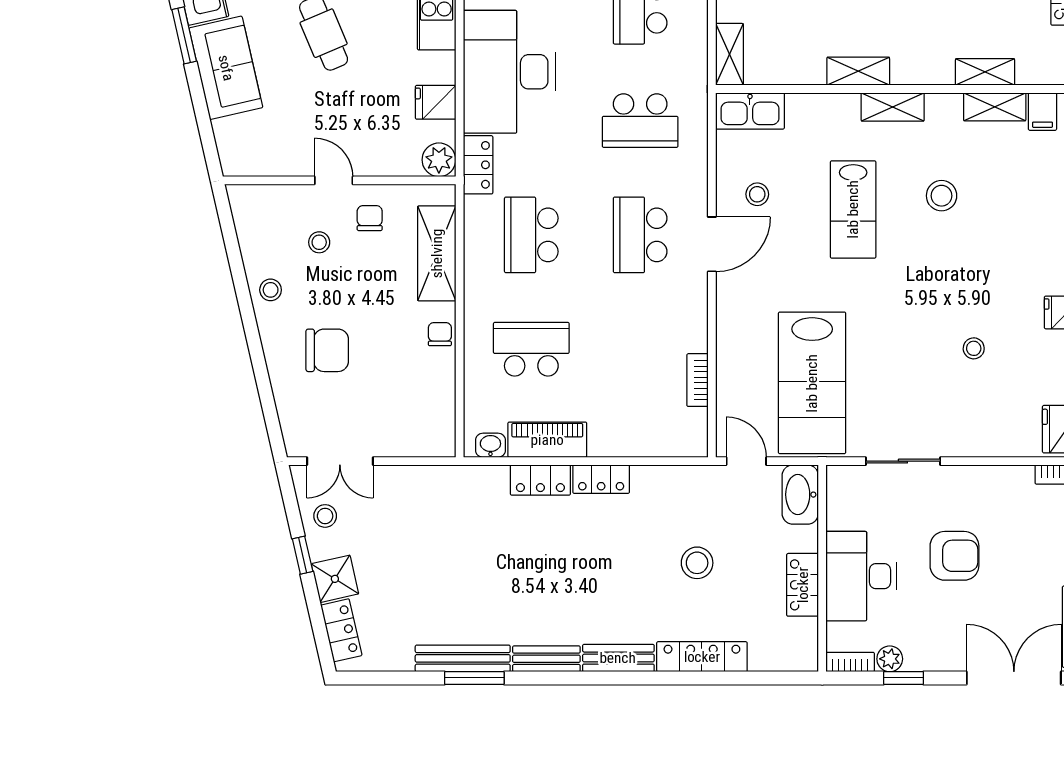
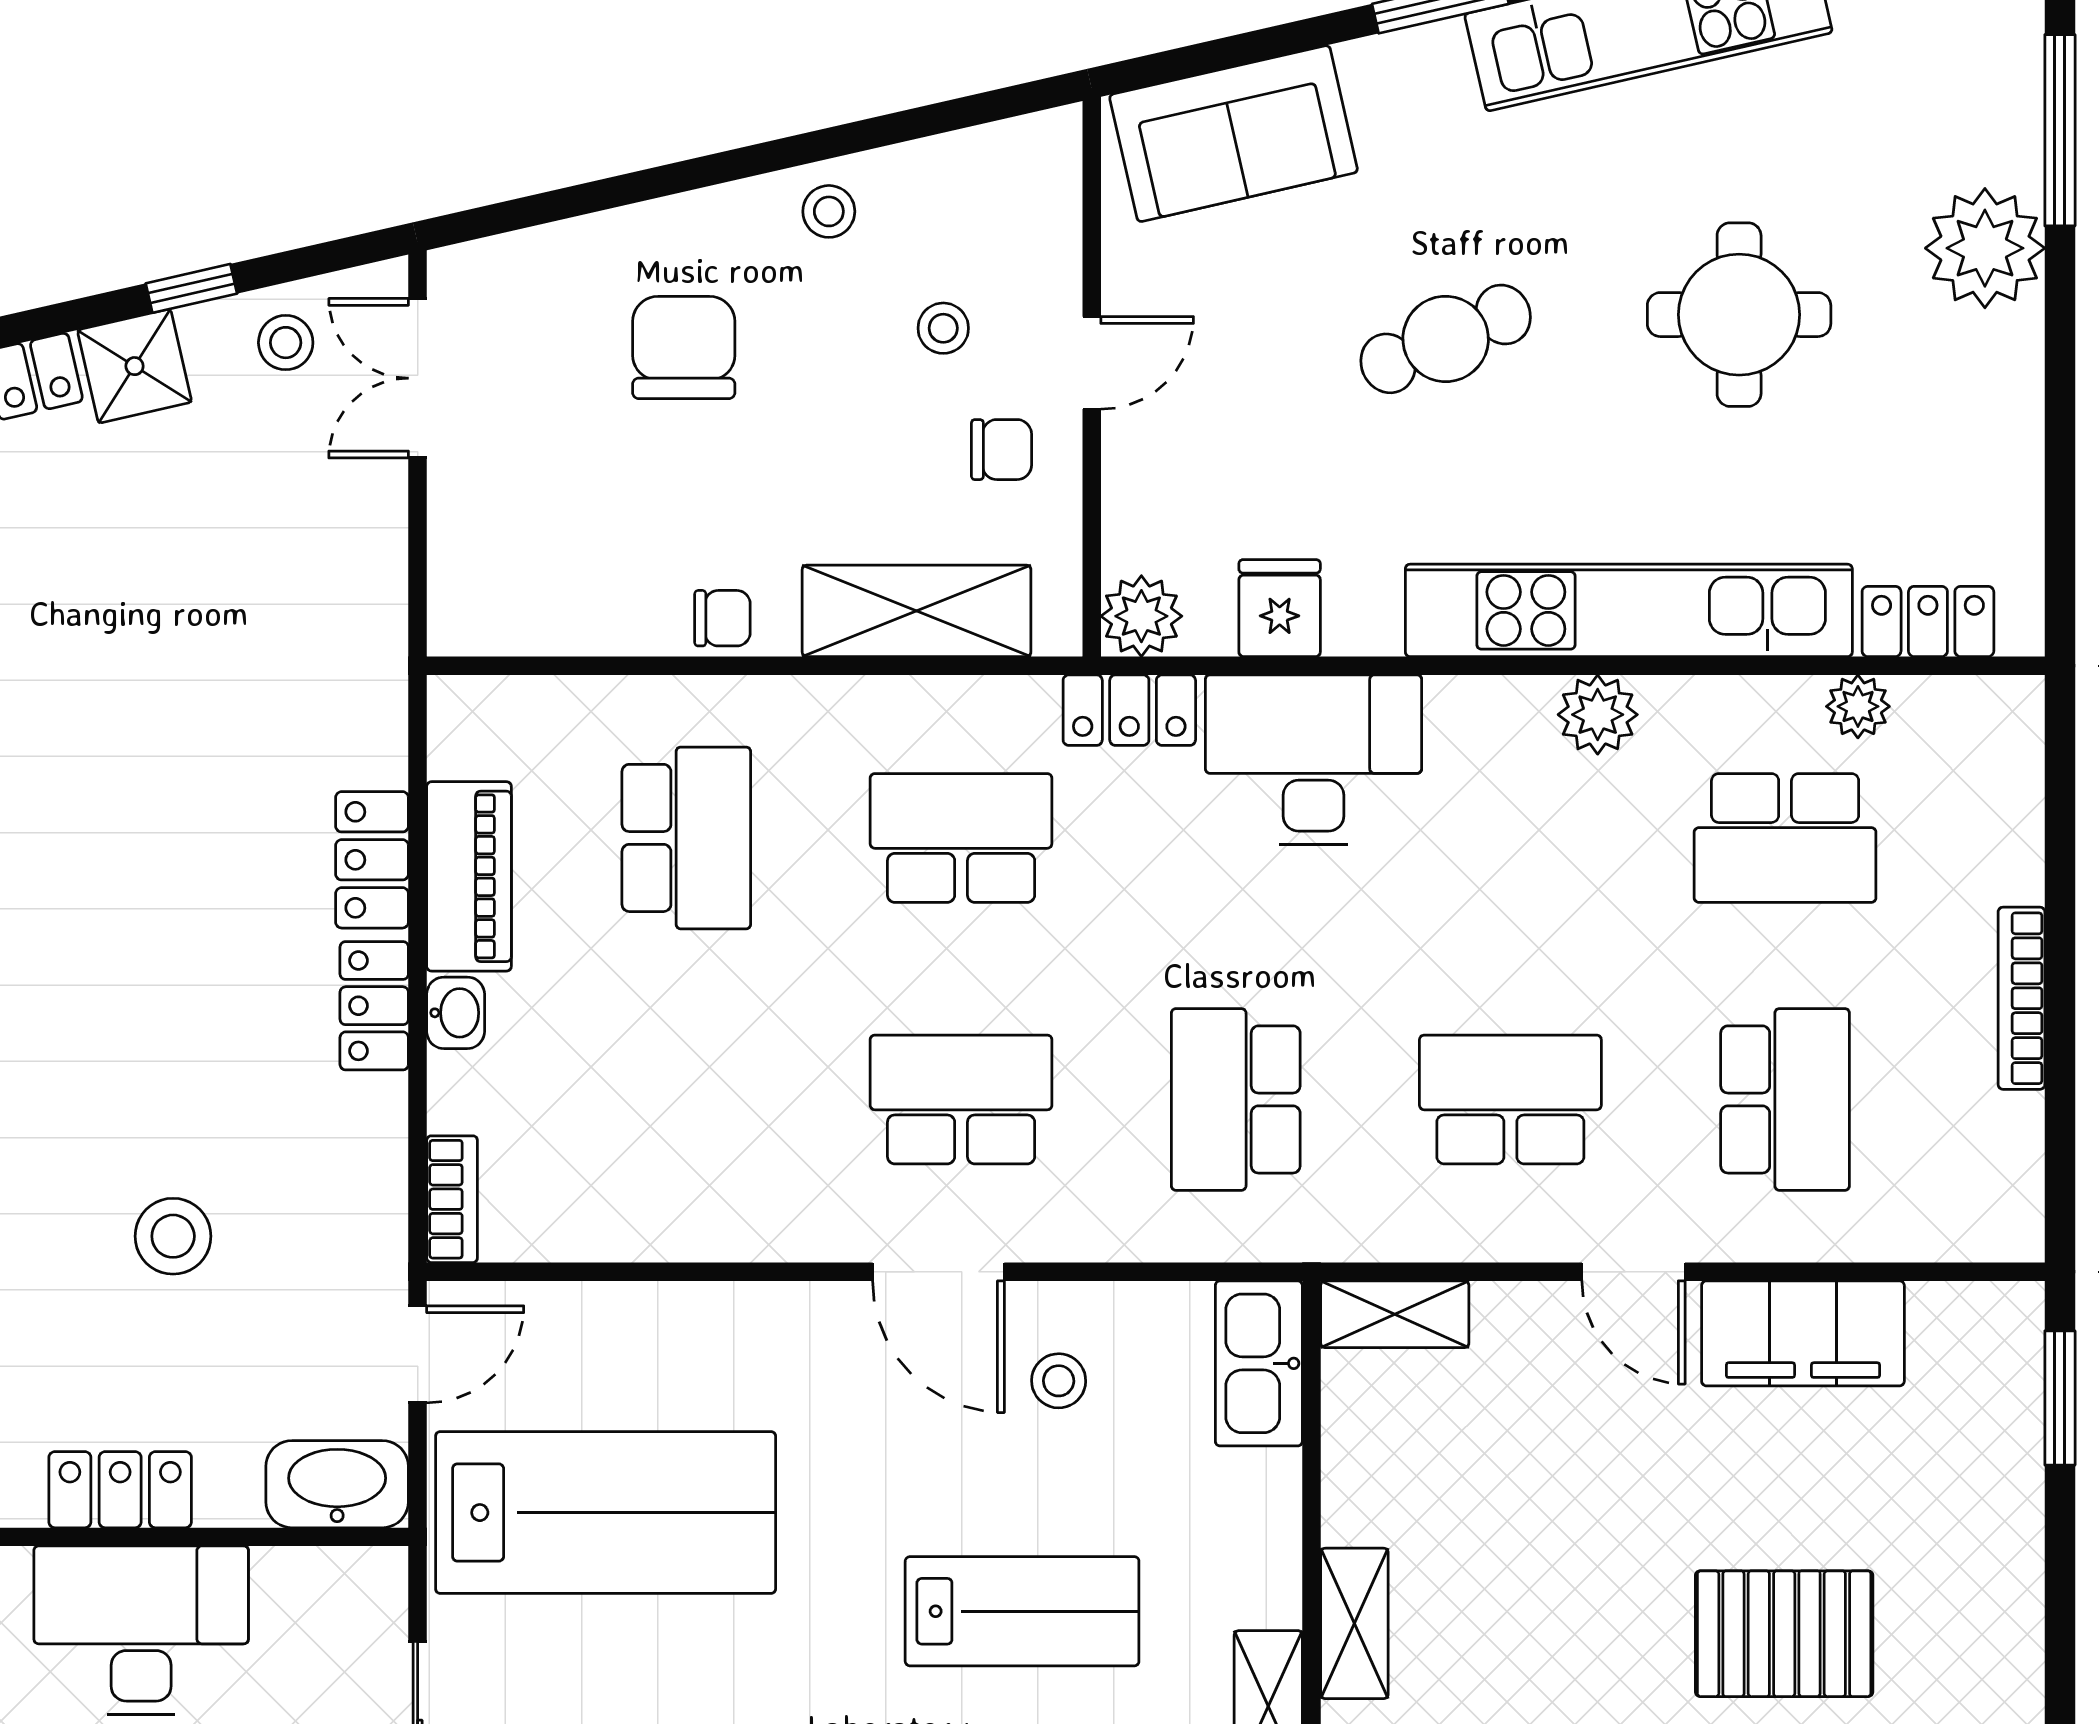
sofa: (226, 68) -> (1234, 134), moved
desk: (509, 72) -> (1313, 760), width x0.73, depth x0.77
lab bench: (853, 209) -> (1022, 1611), turned 180
chair: (327, 350) -> (684, 348), turned 180
bookcase: (697, 380) -> (452, 1199), moved, turned 90
lab bench: (812, 383) -> (606, 1513), turned 180
washbasin: (490, 445) -> (456, 1013), moved

